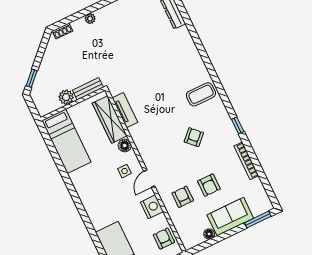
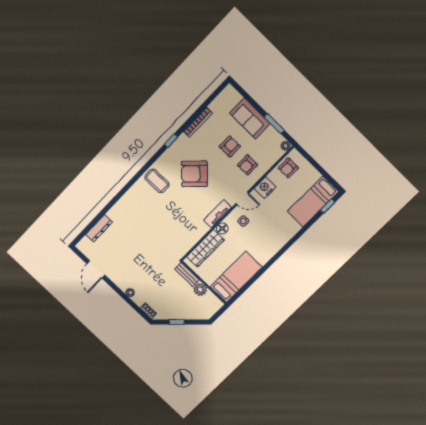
window: (32, 78) -> (177, 322), moved
tv unit: (125, 110) -> (218, 214), moved
armchair: (194, 137) -> (194, 174), width x1.88, depth x1.88
window: (258, 219) -> (274, 124), moved
floor lamp: (209, 234) -> (271, 131), removed
plant: (188, 244) -> (286, 146), added

